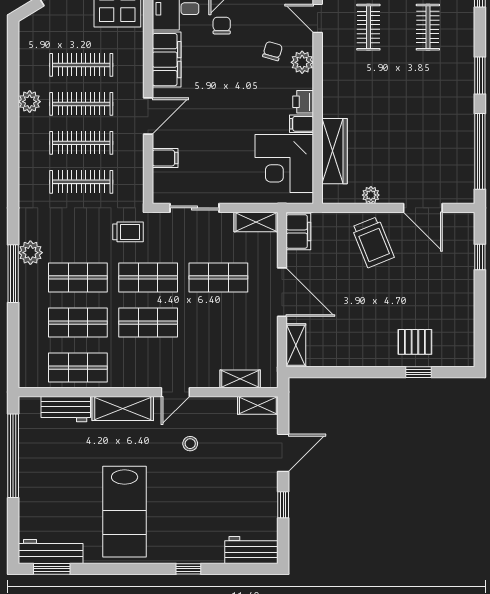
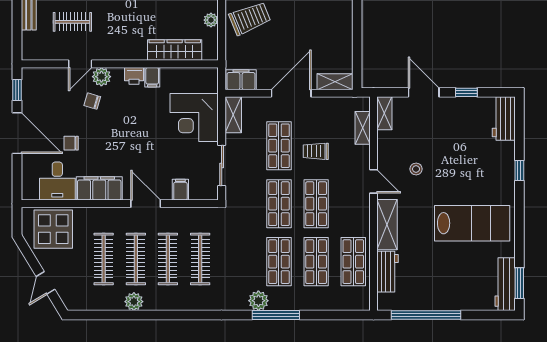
door: (318, 18) -> (80, 64), moved
corner desk: (284, 164) -> (194, 118), moved, turned 90
trolley: (128, 232) -> (316, 151), moved, turned -90

